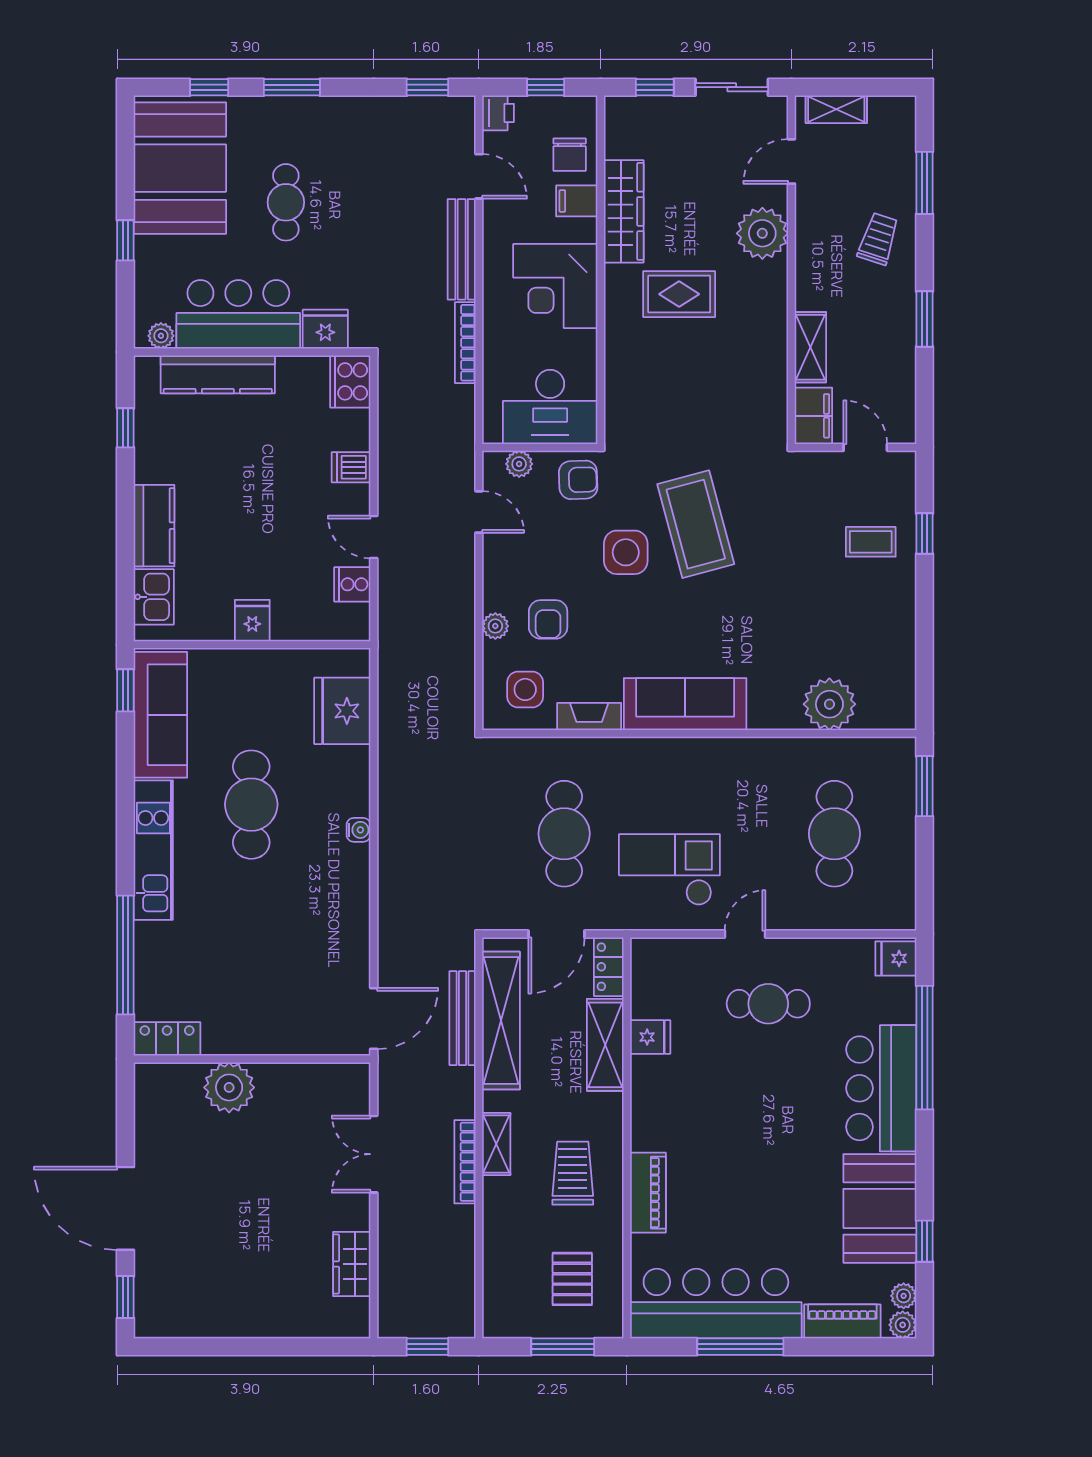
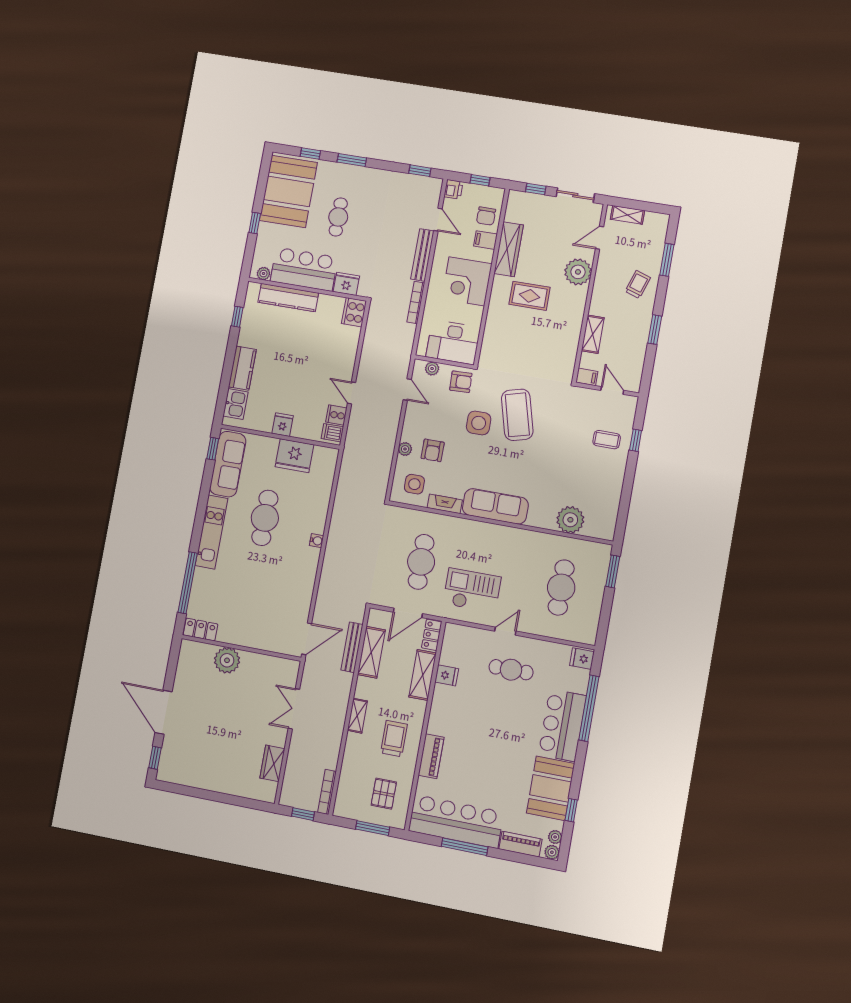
filing cabinet: (813, 416) -> (587, 377), width x0.50
dishwasher: (351, 467) -> (332, 433), moved
fridge: (342, 711) -> (294, 456), moved, turned -90
shelving: (501, 1021) -> (371, 652), width x0.68
bookcase: (465, 1162) -> (327, 792), moved

